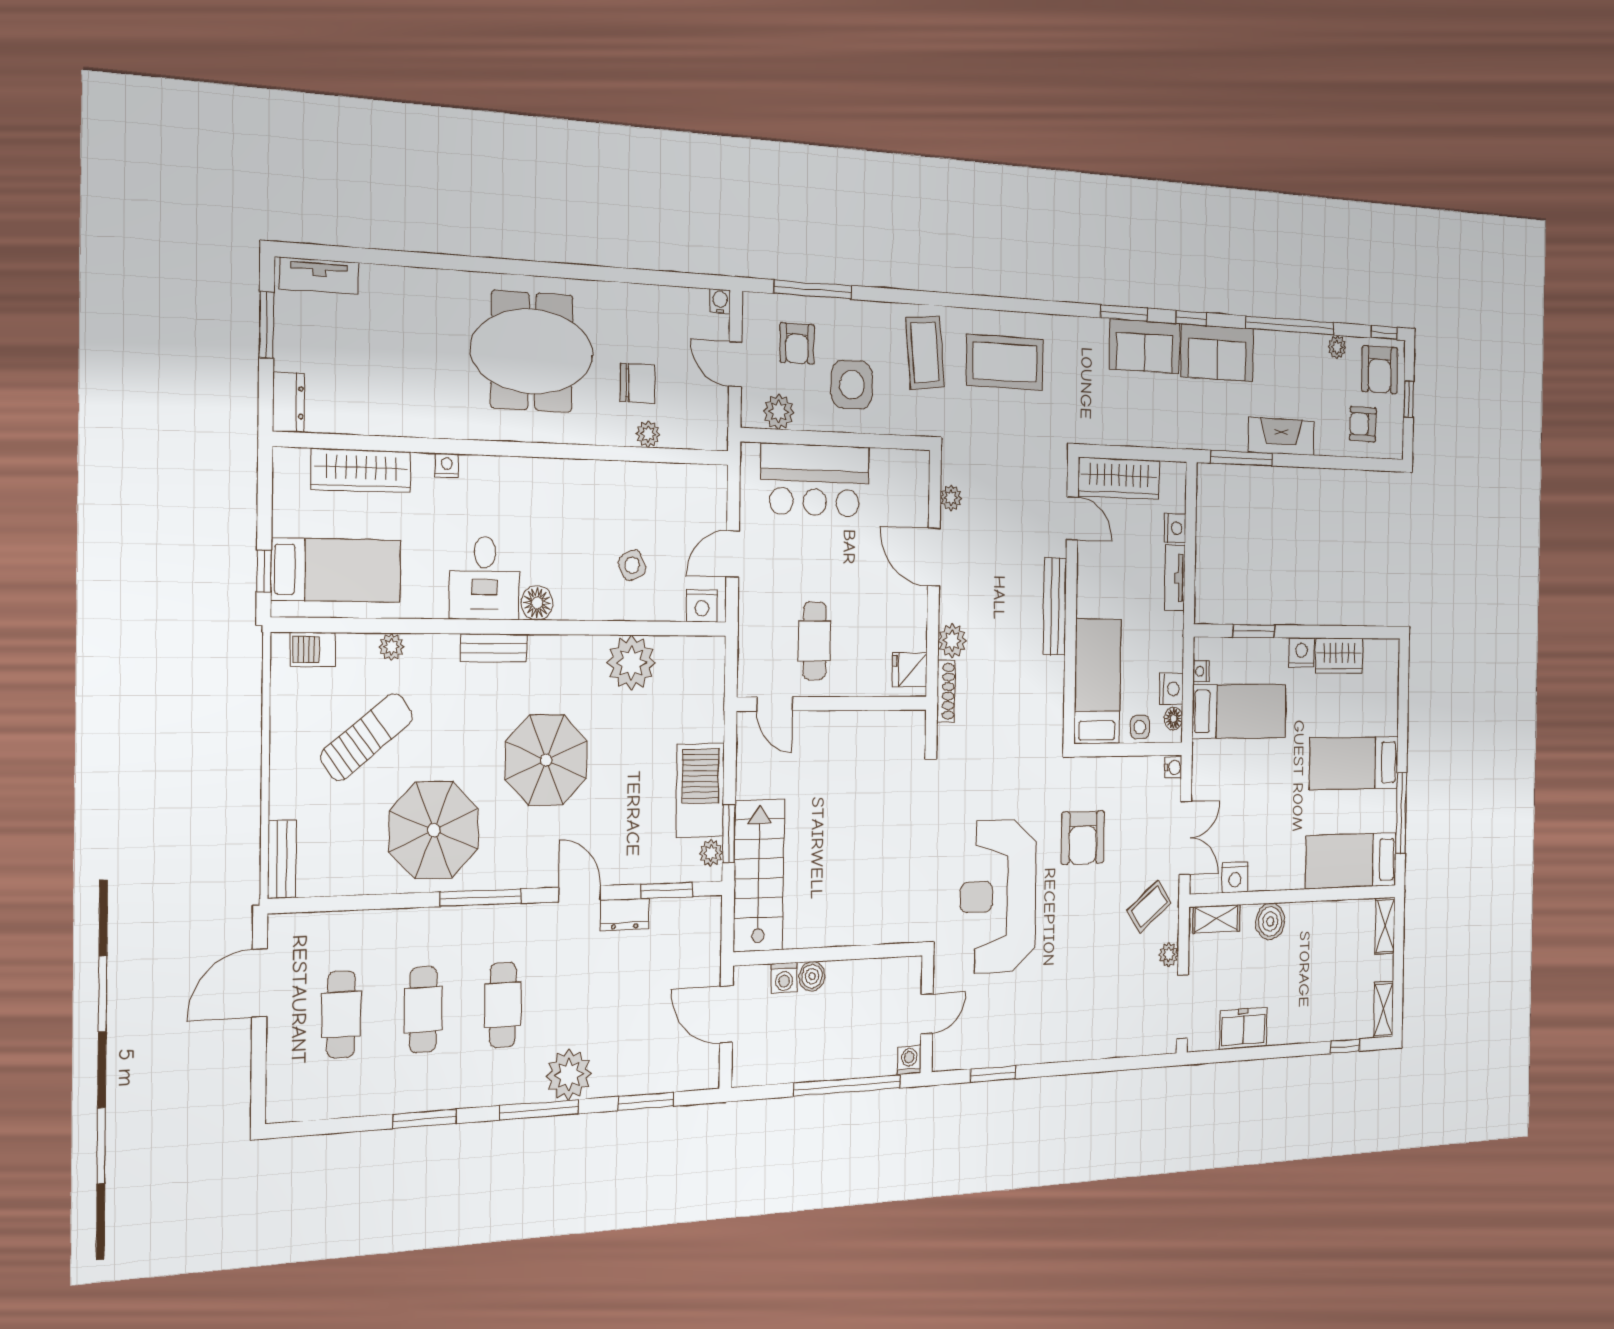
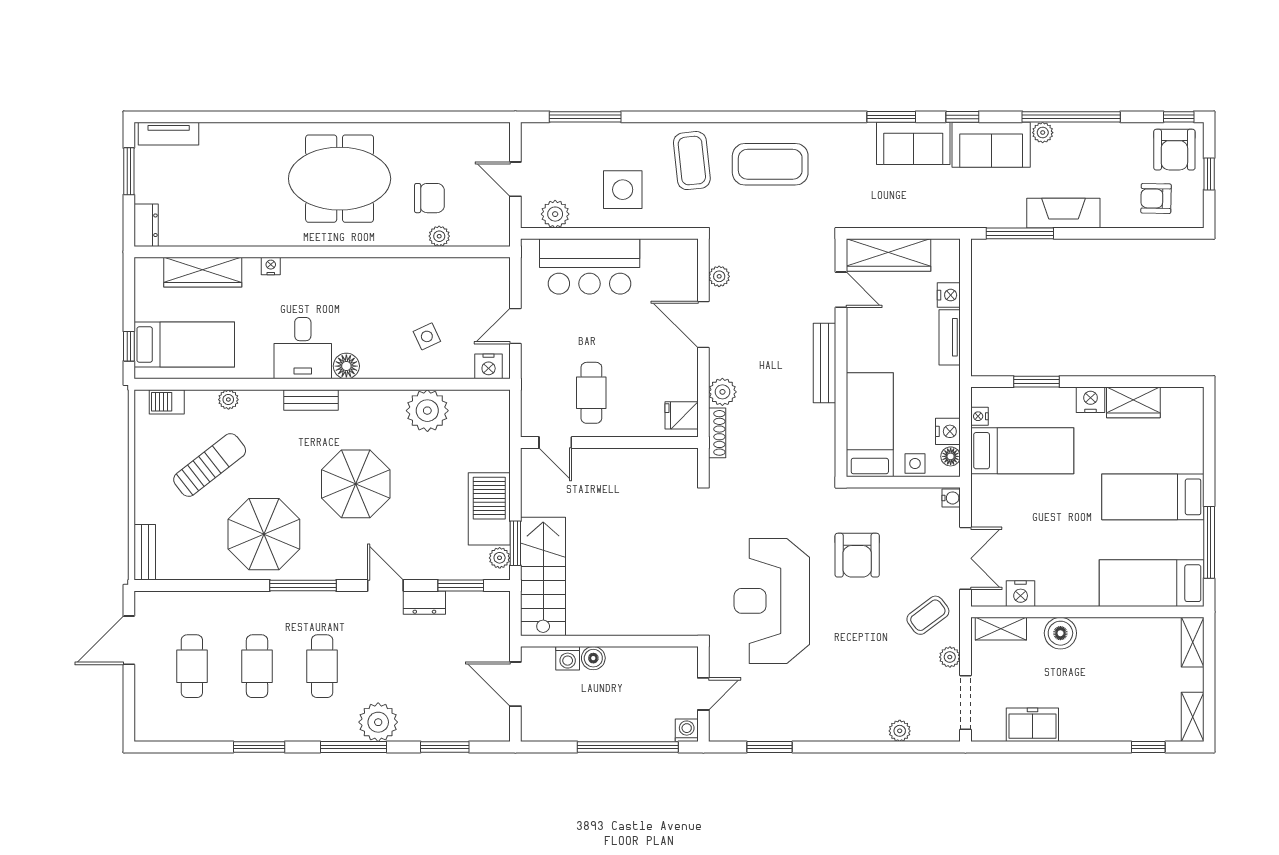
water cooler: (720, 301) -> (501, 131), removed
armchair: (797, 343) -> (571, 160), removed
plant: (1337, 347) -> (1043, 133), moved
plant: (1120, 1045) -> (900, 731), added

